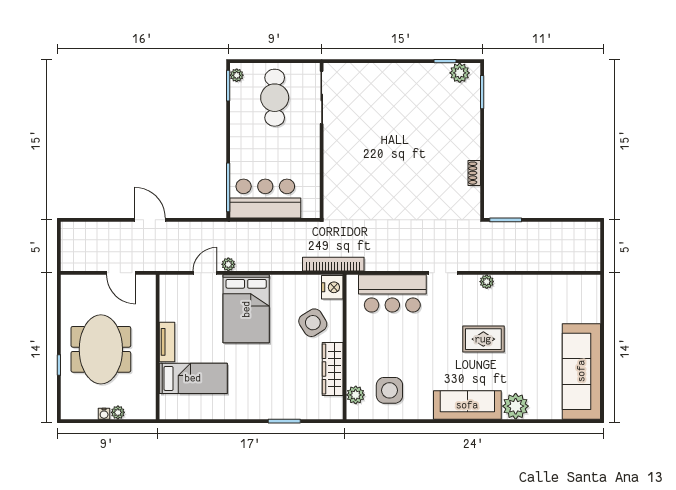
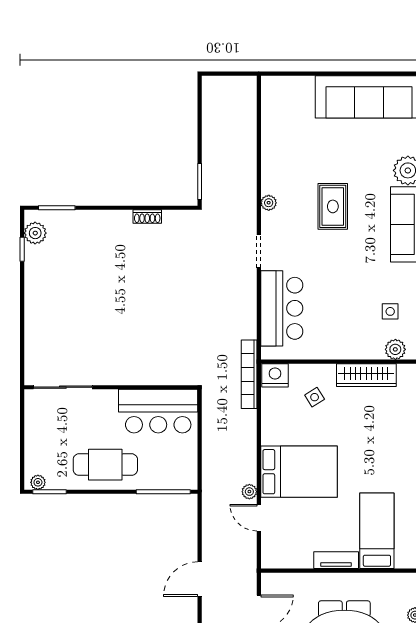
cafe table: (275, 98) -> (105, 465), moved
bar counter: (265, 199) -> (158, 411), moved, turned -90
side table: (313, 323) -> (315, 397), width x0.54, depth x0.54
side table: (389, 390) -> (390, 311), width x0.54, depth x0.54

